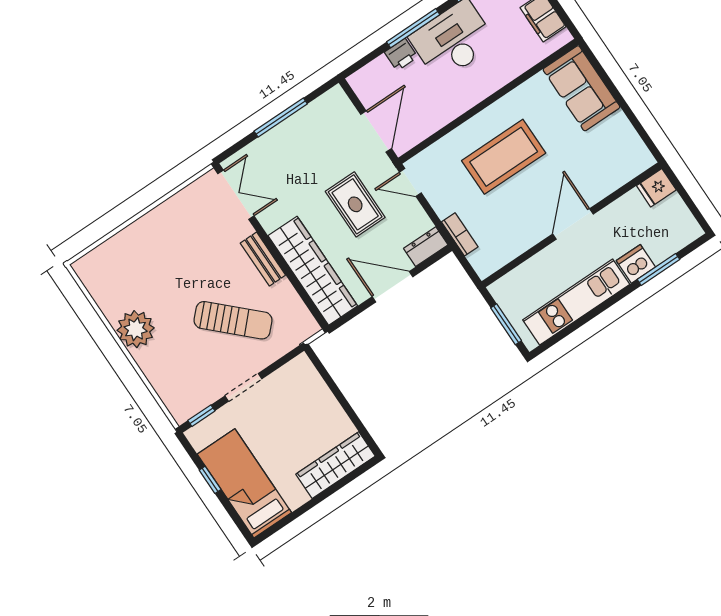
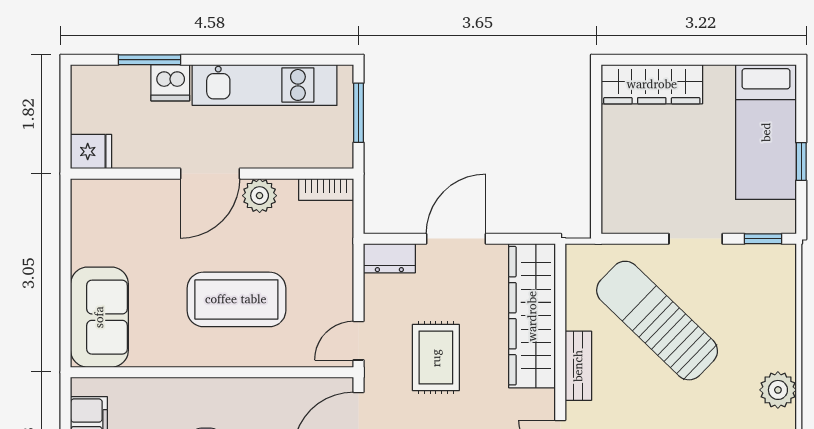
door: (410, 182) -> (359, 341), swing flipped
plant: (533, 231) -> (260, 196), added
bookcase: (460, 234) -> (326, 189), moved, turned -90
door: (393, 287) -> (456, 239), swing flipped
sun lounger: (233, 320) -> (657, 321), width x1.36, depth x1.34
plant: (136, 329) -> (778, 390), width x0.73, depth x0.73

